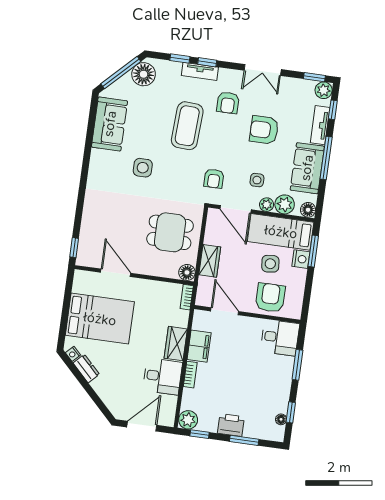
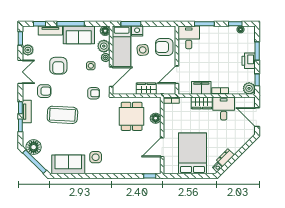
plant: (324, 90) -> (28, 50), moved
side table: (143, 168) -> (96, 157), moved
floor lamp: (187, 272) -> (156, 118), moved

